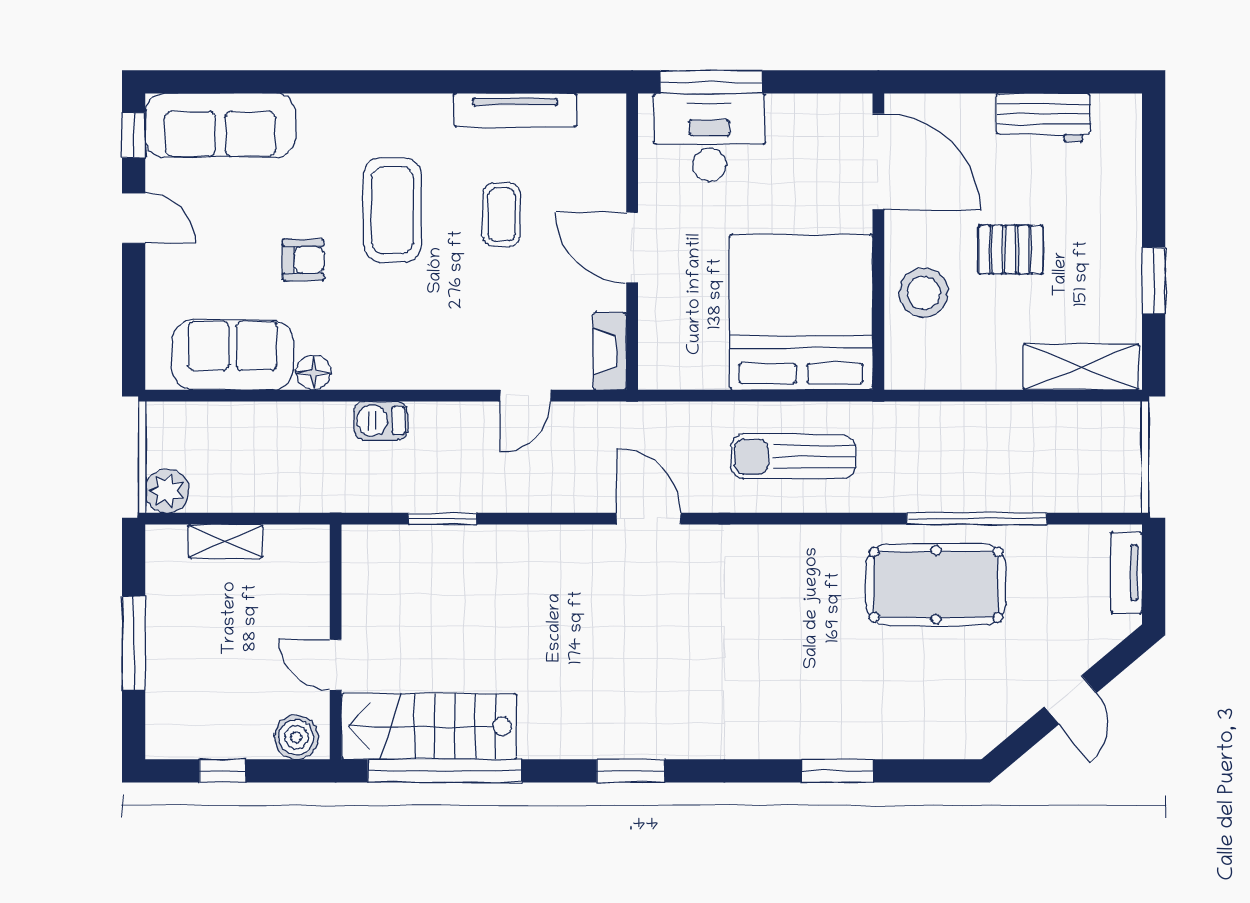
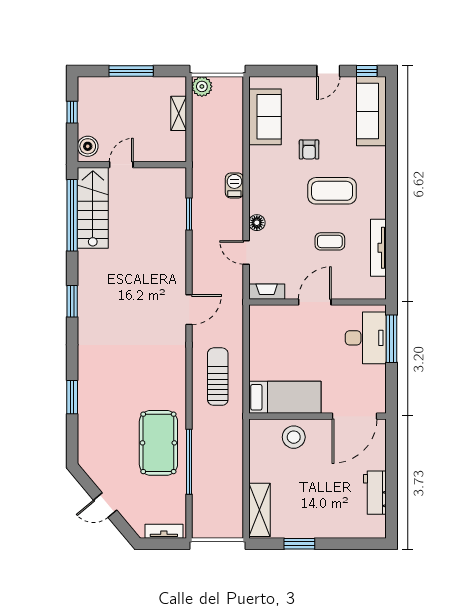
pallet: (1011, 250) -> (314, 477), removed
bed: (801, 312) -> (285, 397), width x0.49
floor lamp: (313, 372) -> (257, 223), moved

